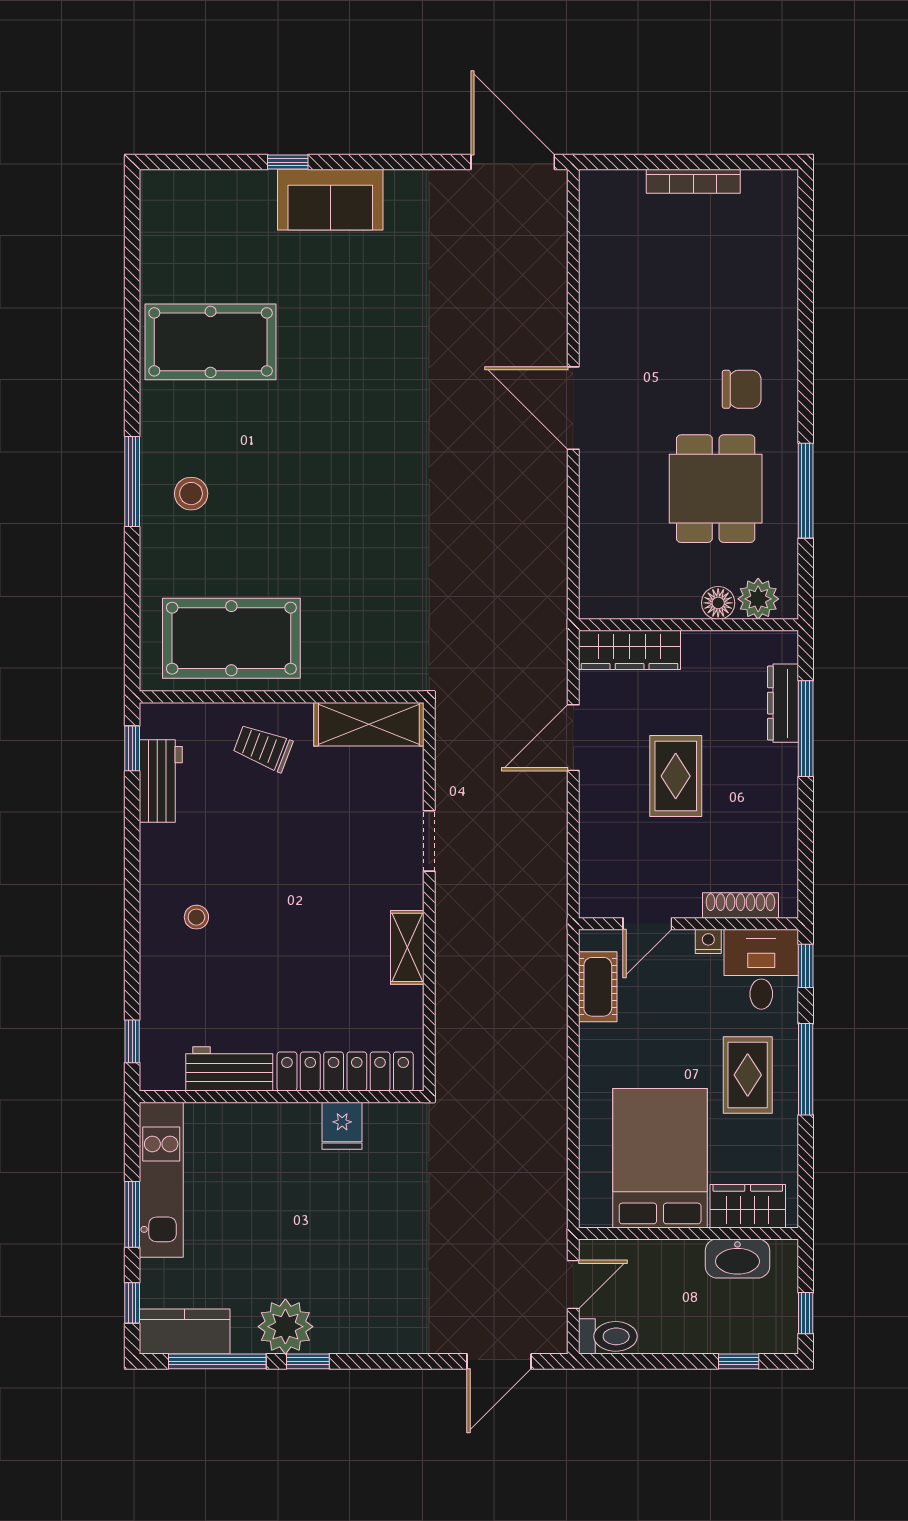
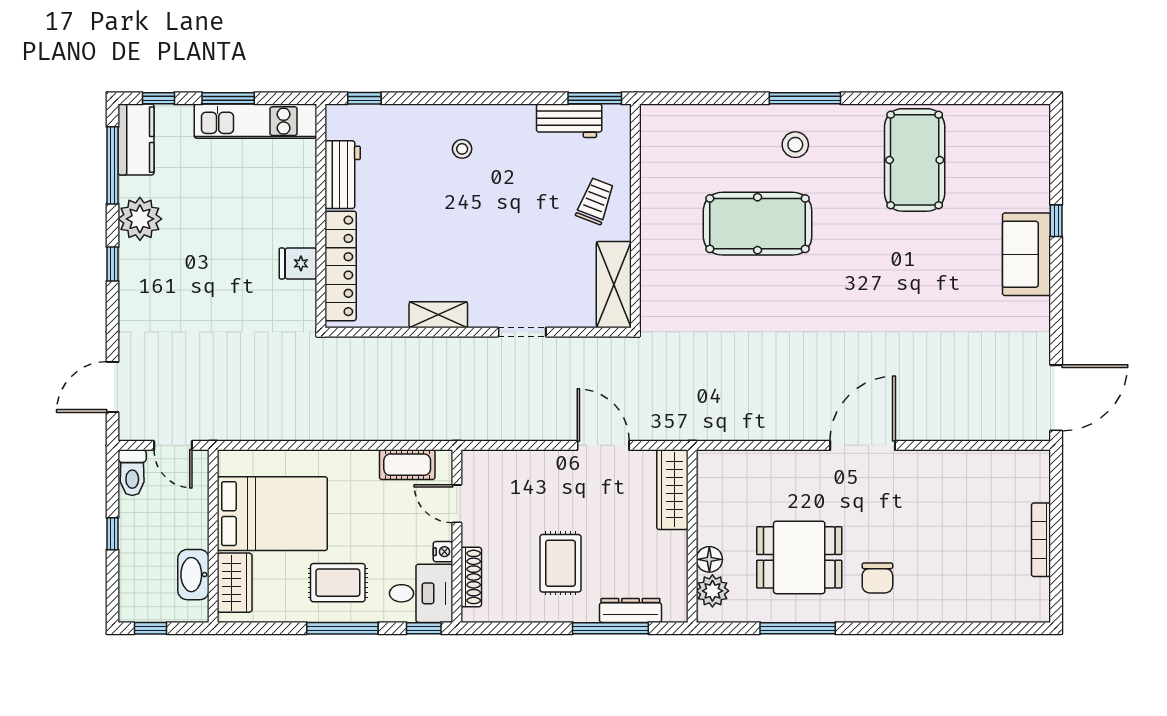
pool table: (231, 638) -> (758, 224), moved, turned 90
window: (132, 748) -> (595, 98), width x1.50
rug: (676, 776) -> (560, 563), moved, turned 90
window: (308, 1361) -> (113, 264), moved
door: (499, 1361) -> (113, 387), hinge flipped
window: (739, 1361) -> (113, 534), moved

